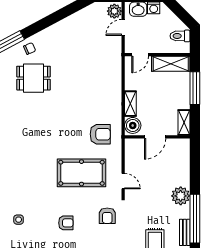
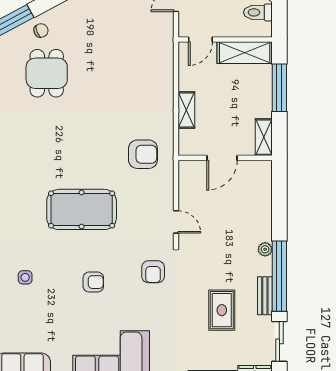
dining table: (34, 78) -> (47, 73), turned 90
boiler: (133, 125) -> (190, 142), removed
pool table: (81, 173) -> (82, 209), moved
plant: (181, 196) -> (265, 249), width x0.53, depth x0.53

